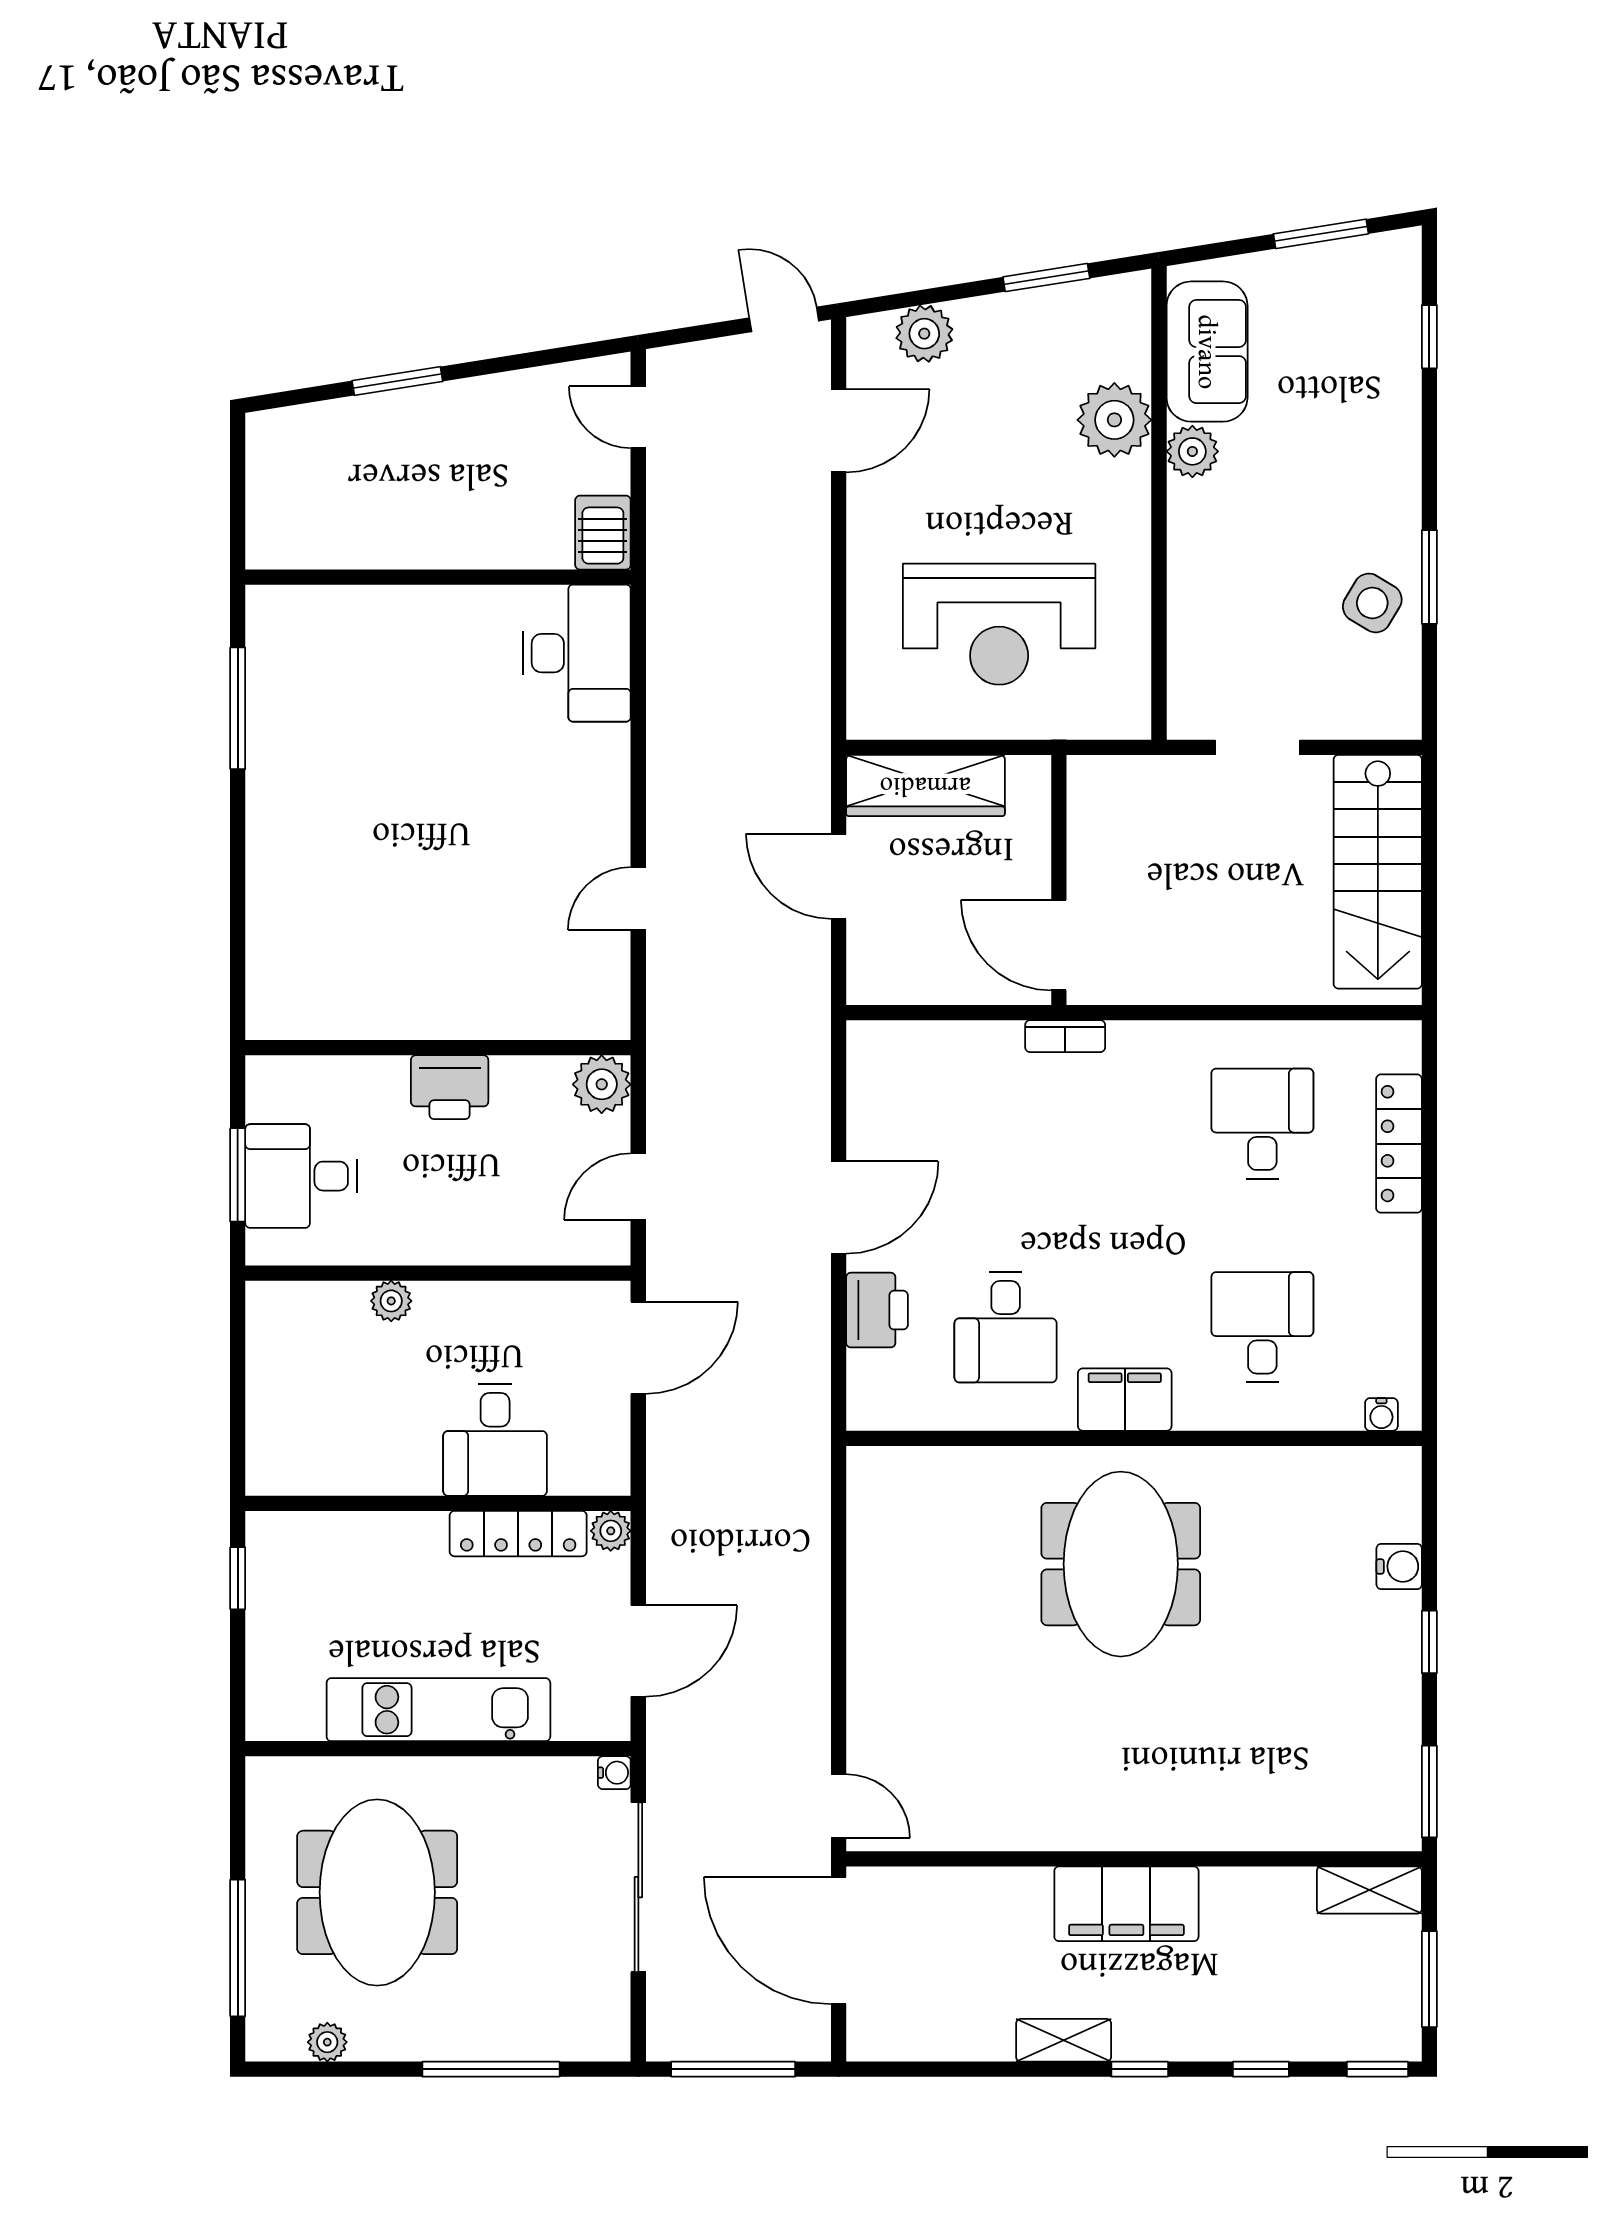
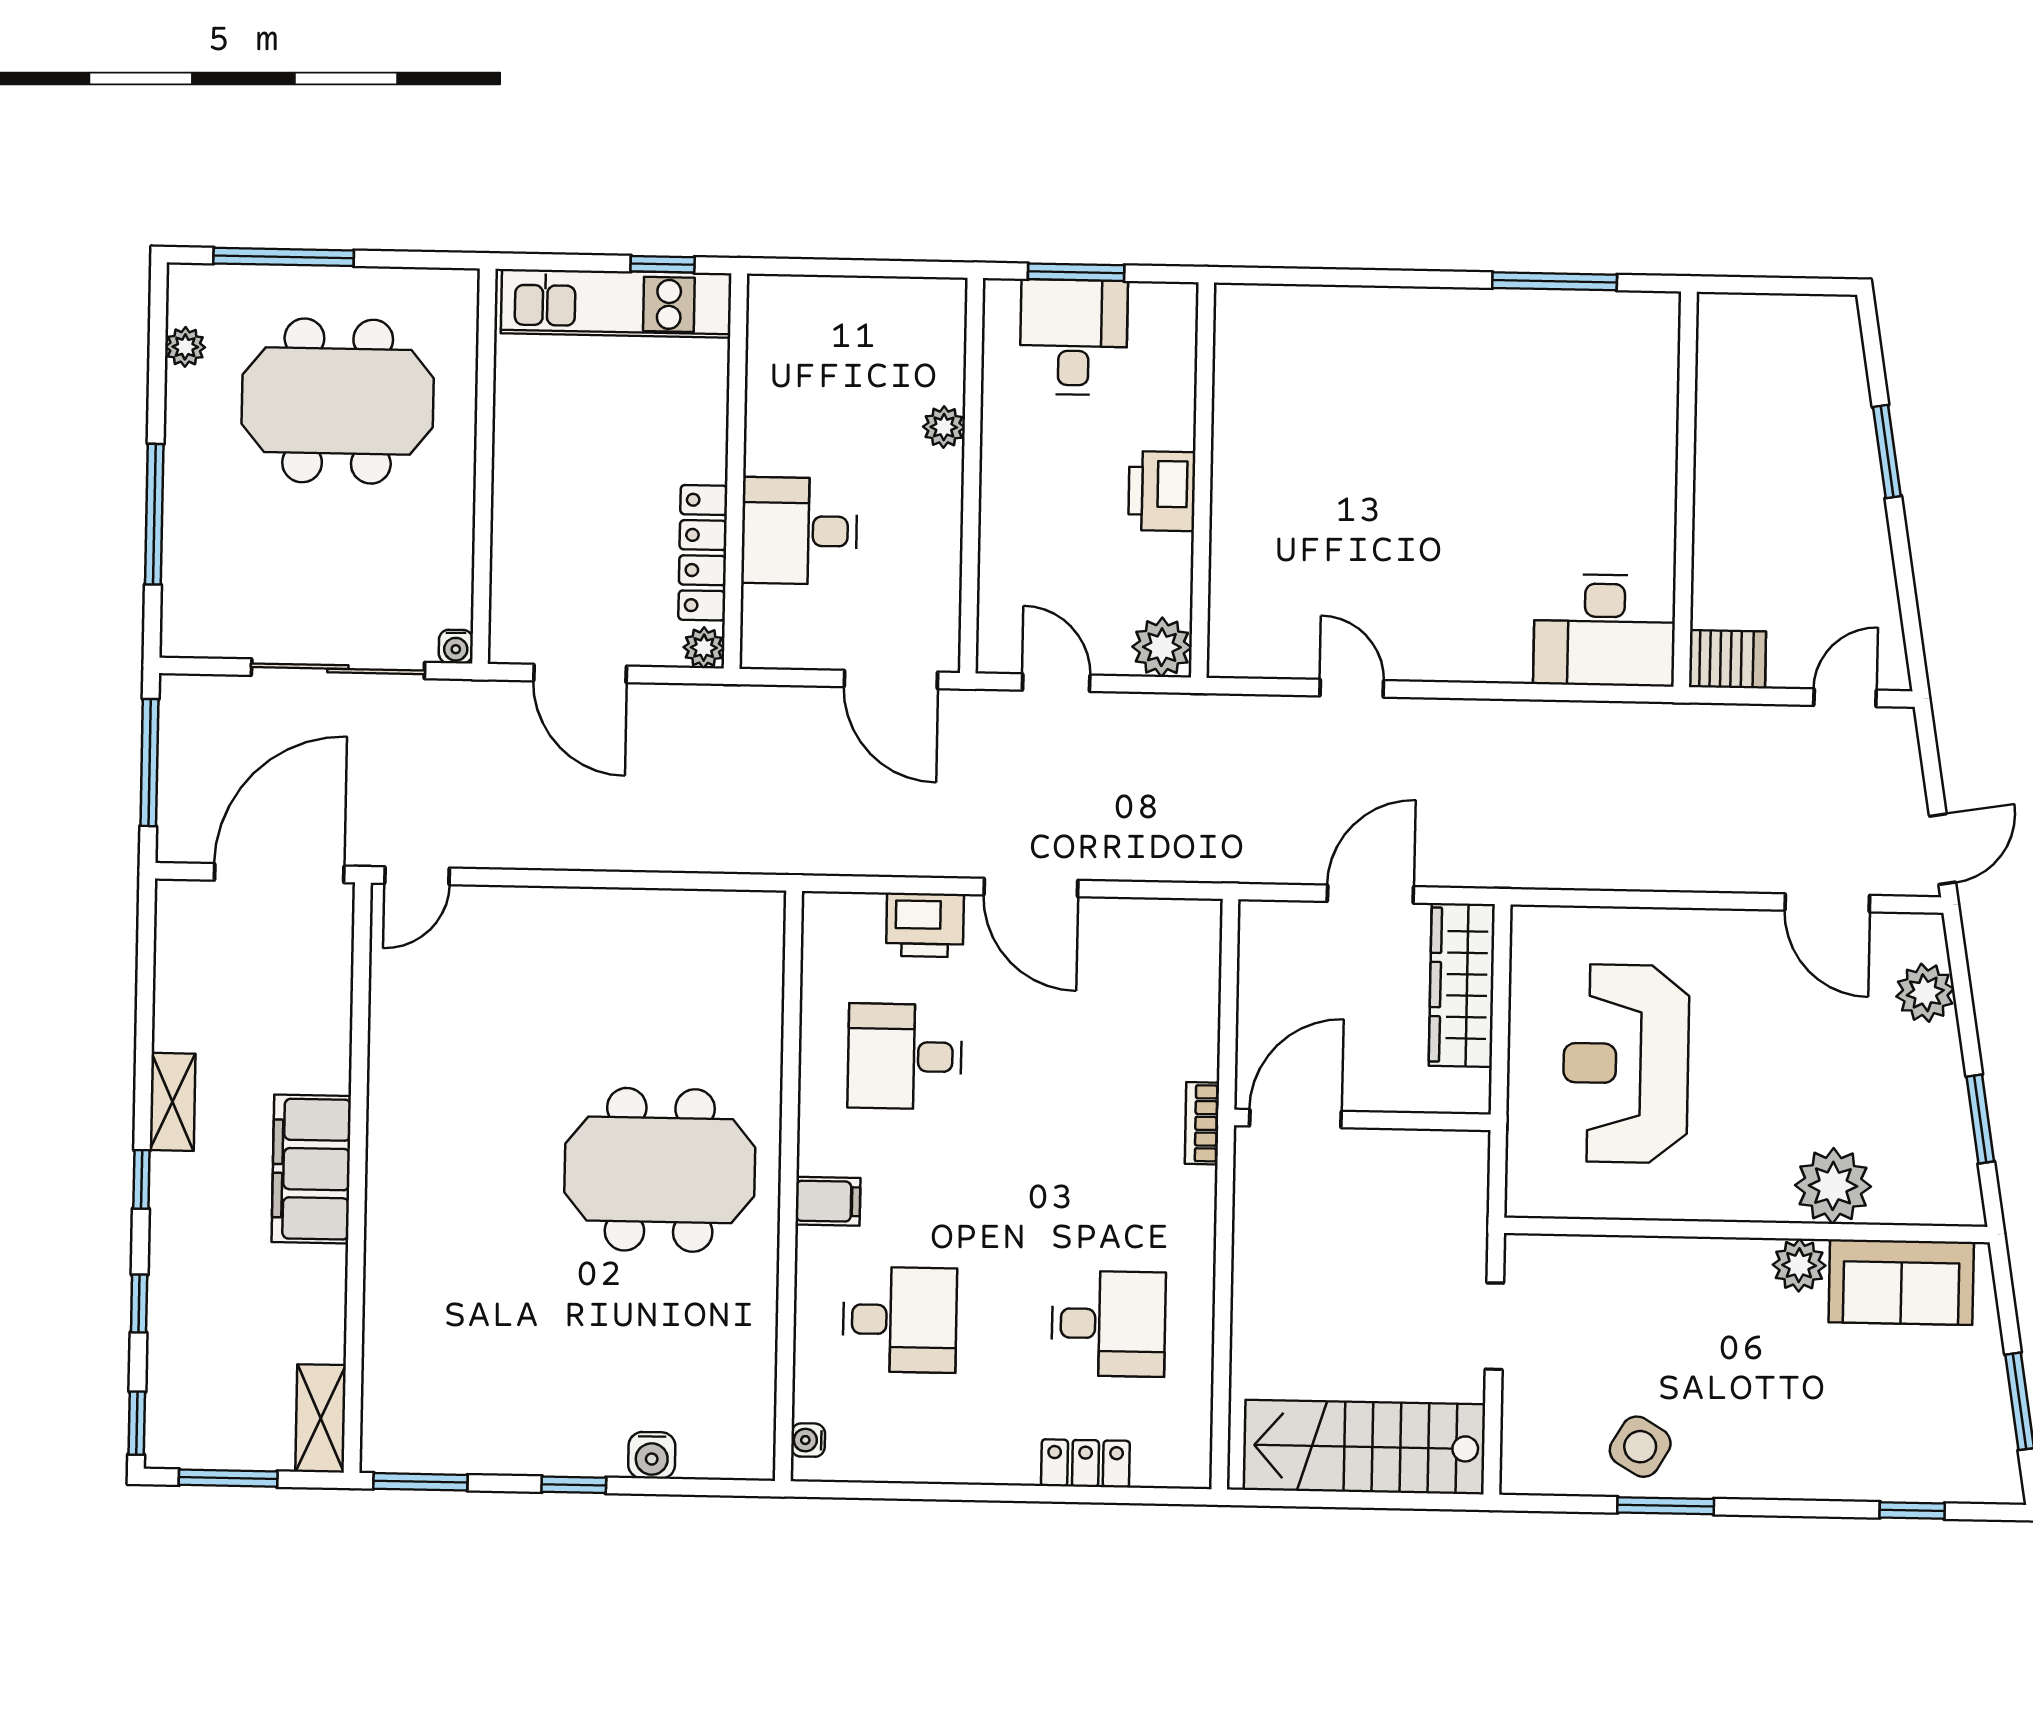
locker: (1399, 1144) -> (1085, 1463), width x0.66
filing cabinet: (1125, 1400) -> (828, 1201), width x0.50
kitchen unit: (438, 1710) -> (616, 303), moved, turned 90

